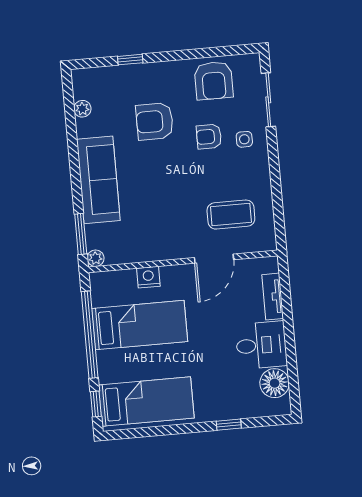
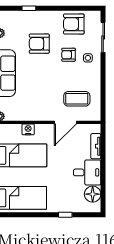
armchair: (214, 81) -> (74, 24), turned 90

